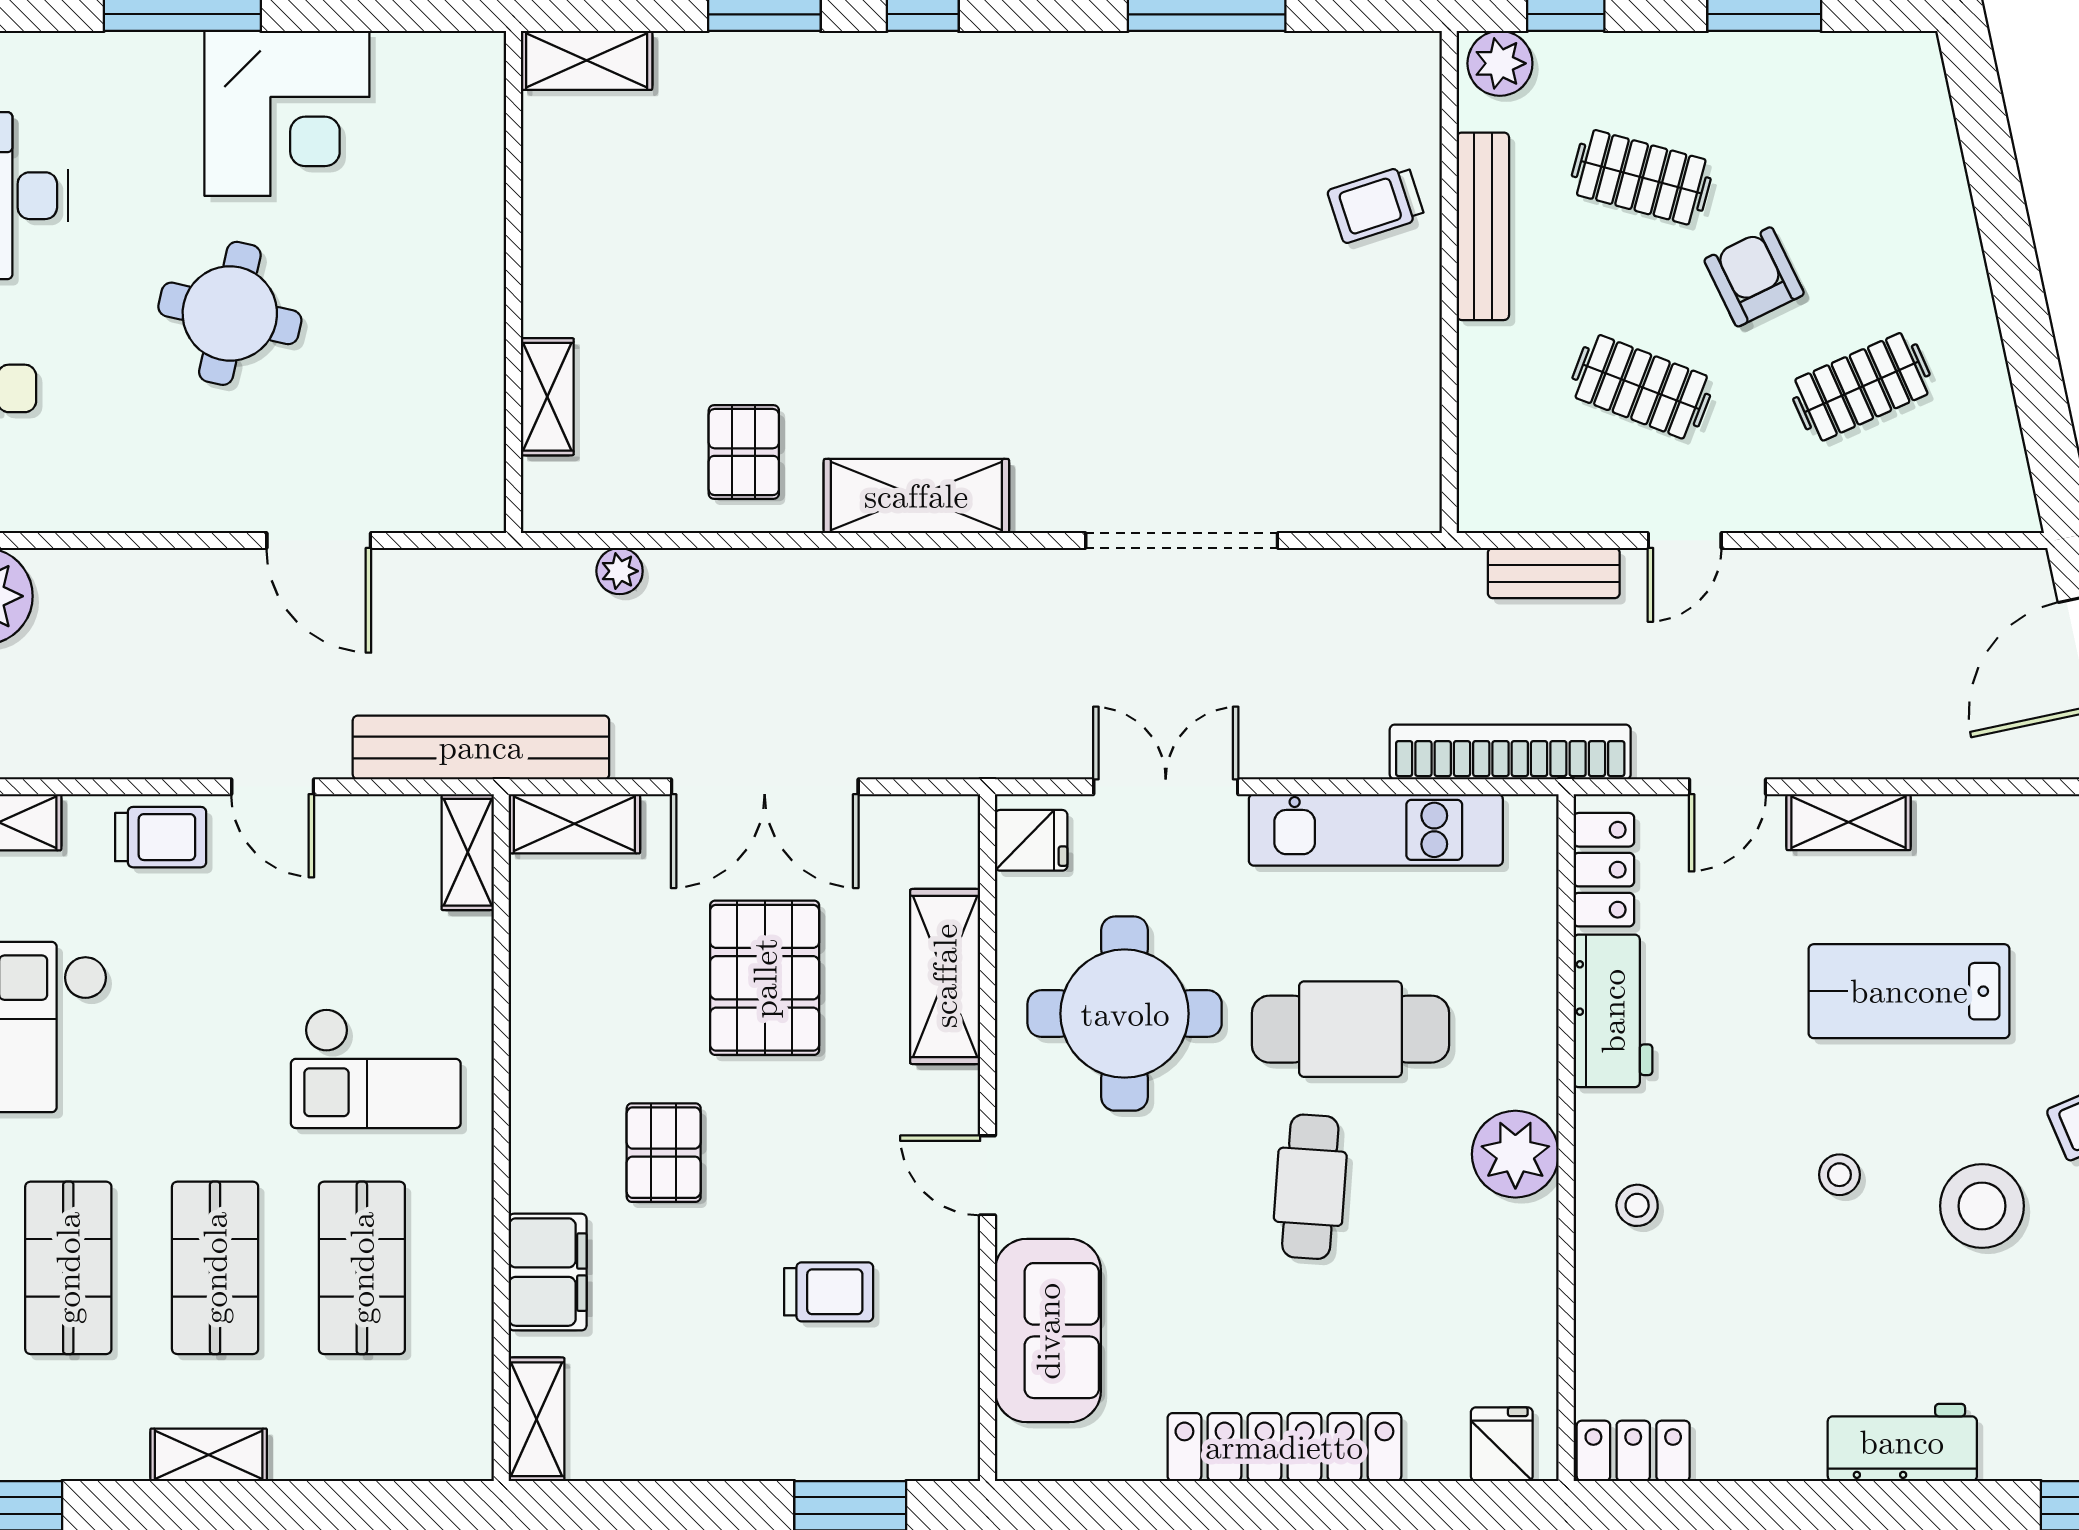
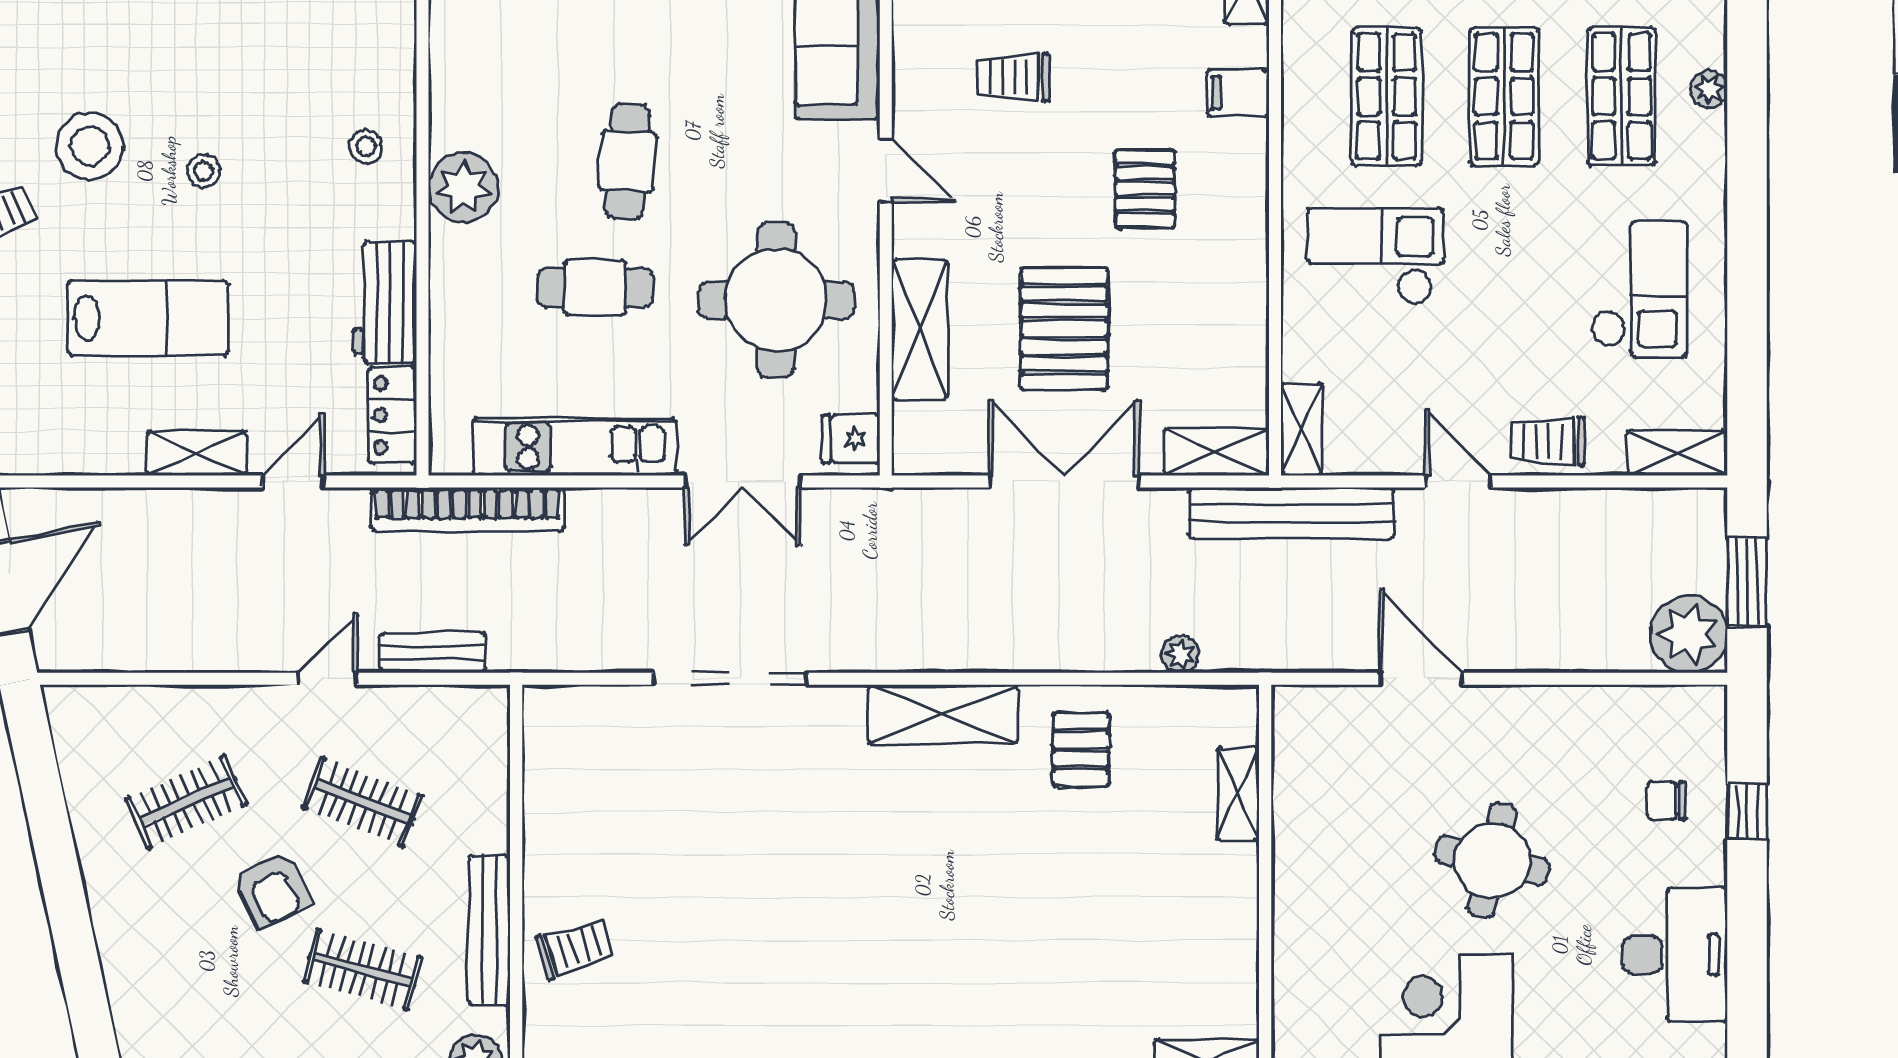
cafe table: (1350, 1029) -> (595, 288), width x0.73, depth x0.74
filing cabinet: (548, 1272) -> (1238, 93), width x0.50

